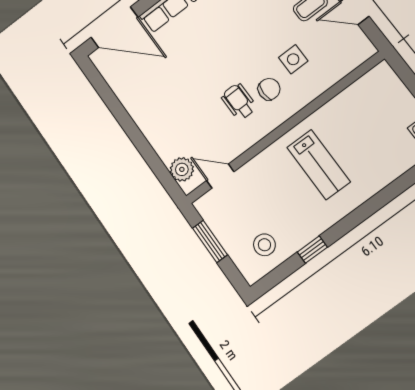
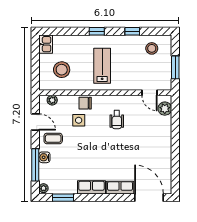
plant: (354, 59) -> (52, 100), added
chair: (269, 89) -> (85, 103), moved
stool: (374, 114) -> (62, 70), added
window: (365, 211) -> (97, 31), added

